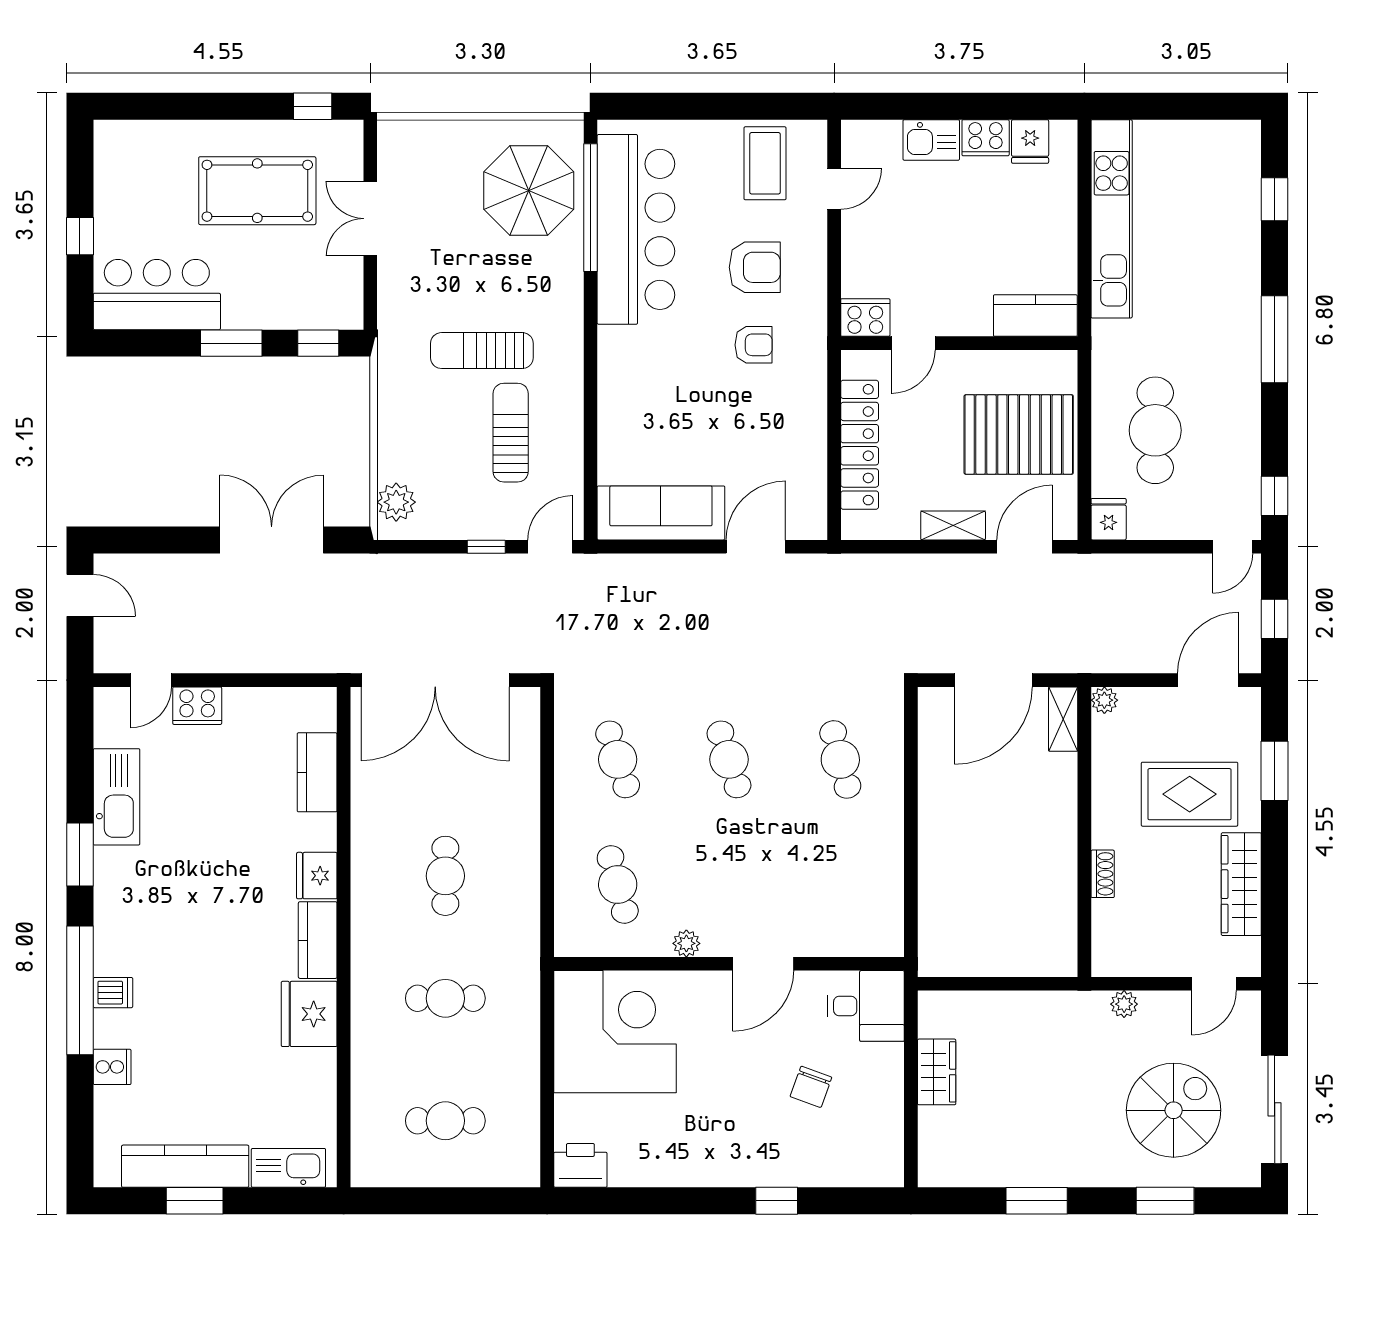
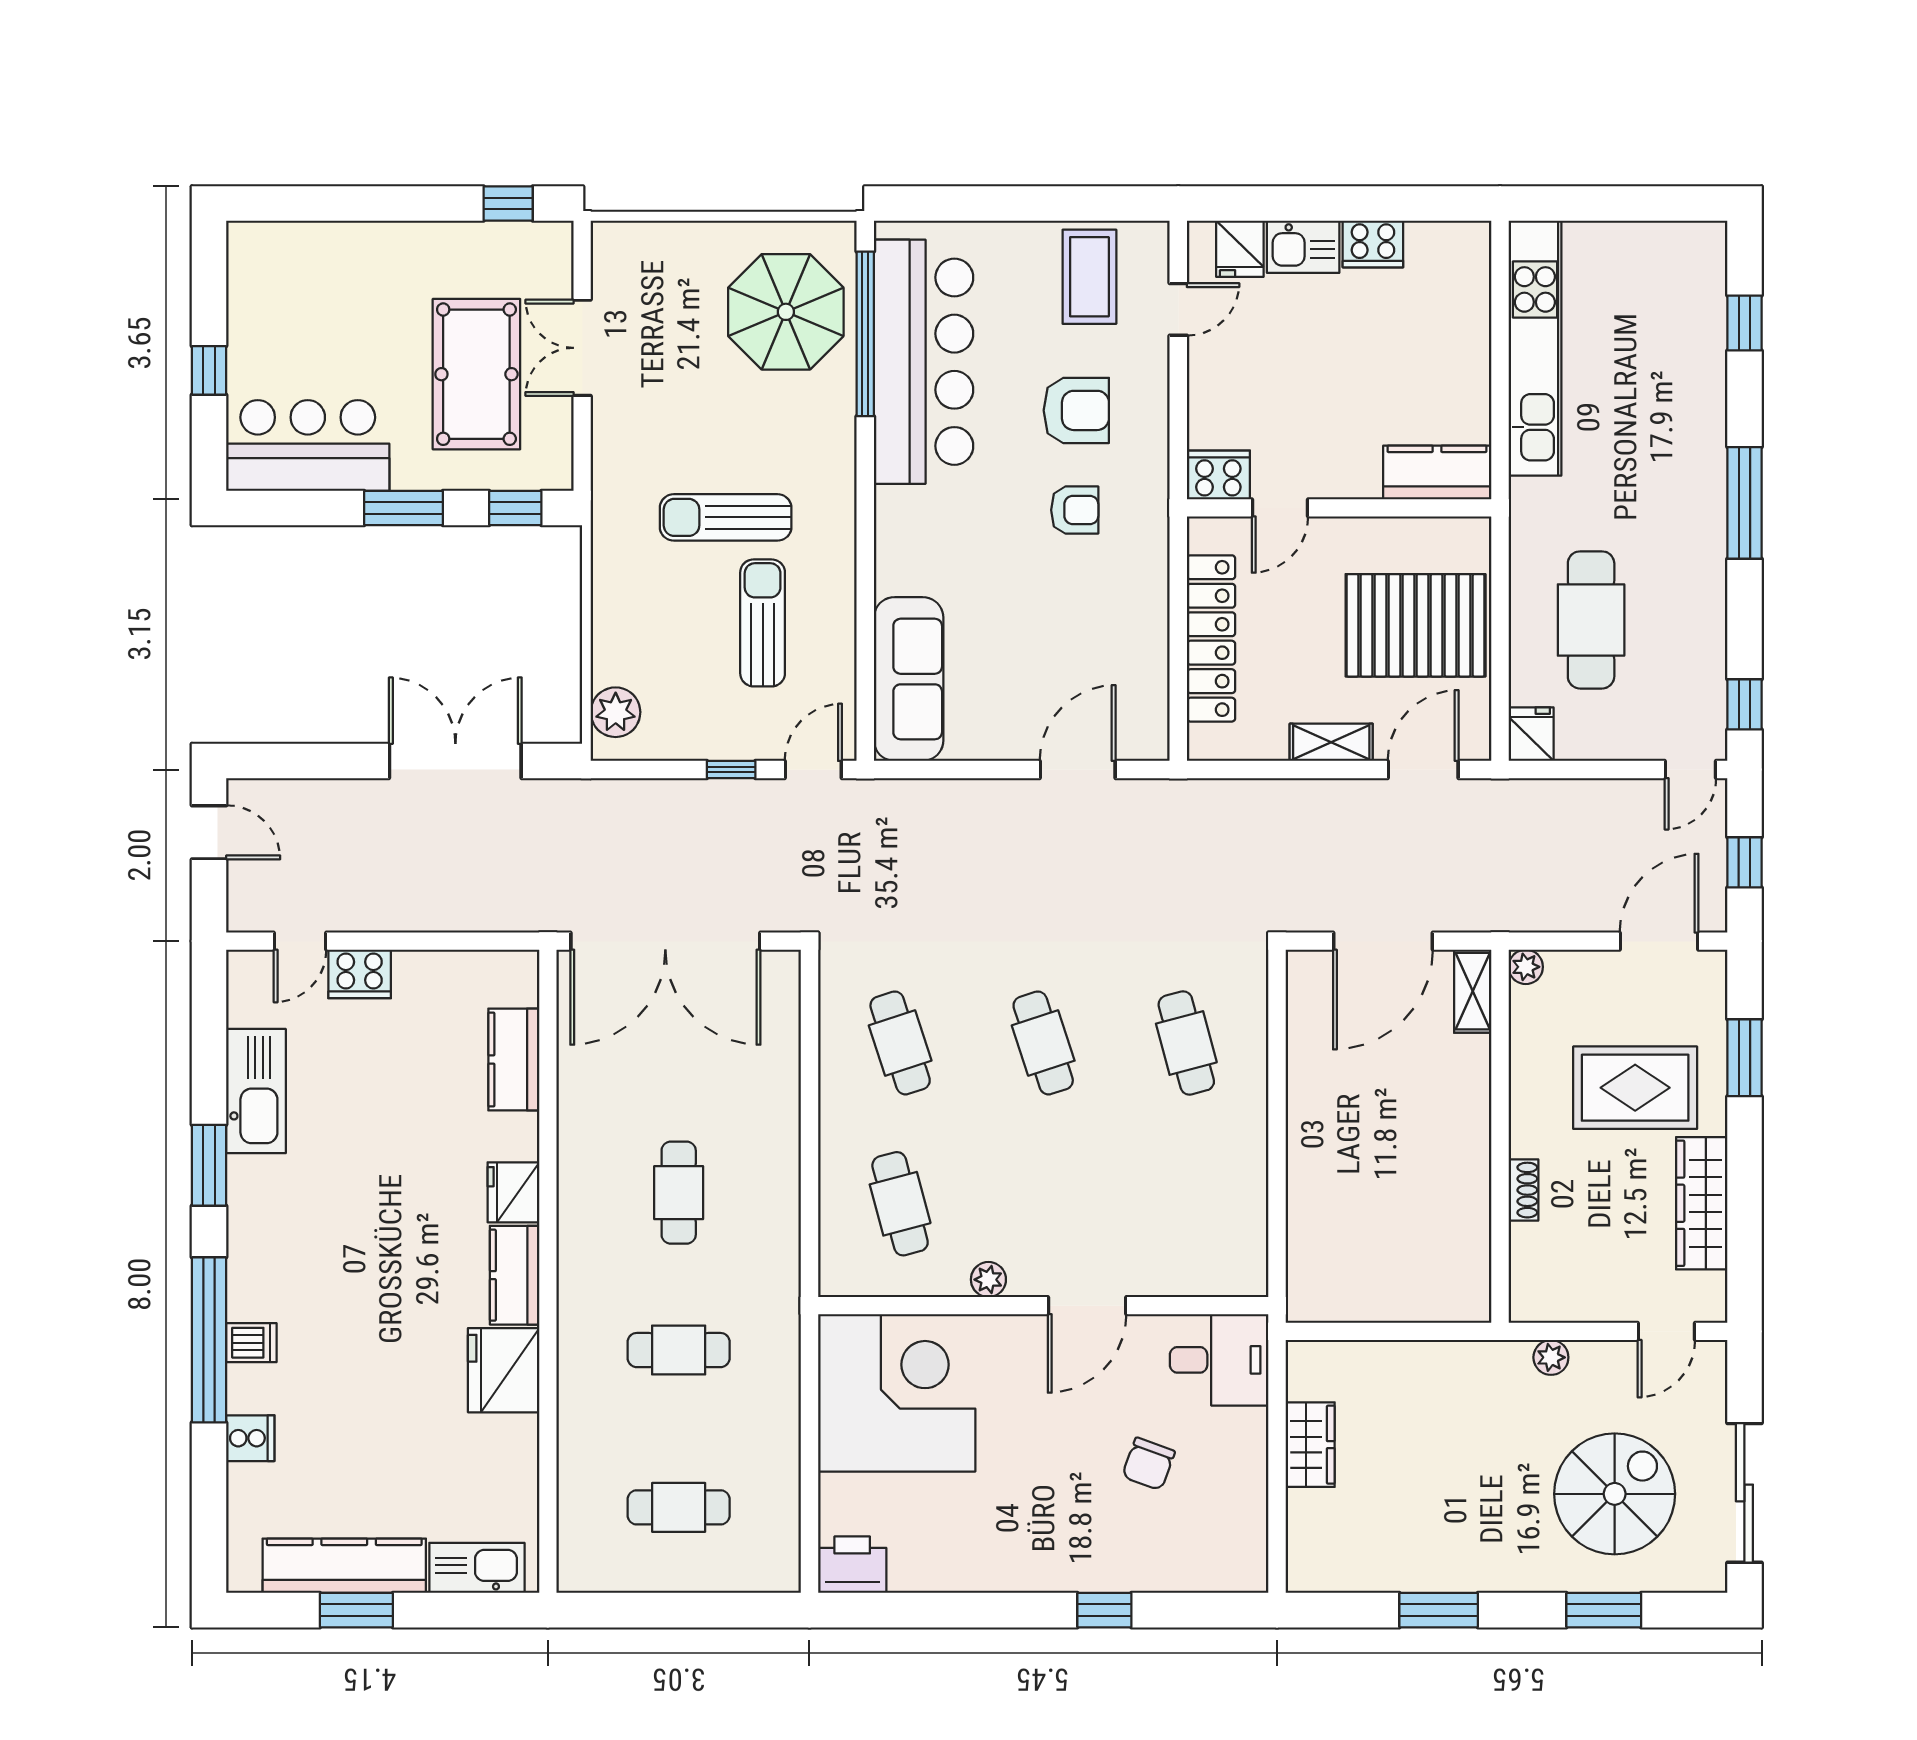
fridge: (1030, 142) -> (1240, 249), moved
pool table: (257, 191) -> (476, 374), moved, turned 90
sofa: (661, 513) -> (909, 679), moved, turned 90

